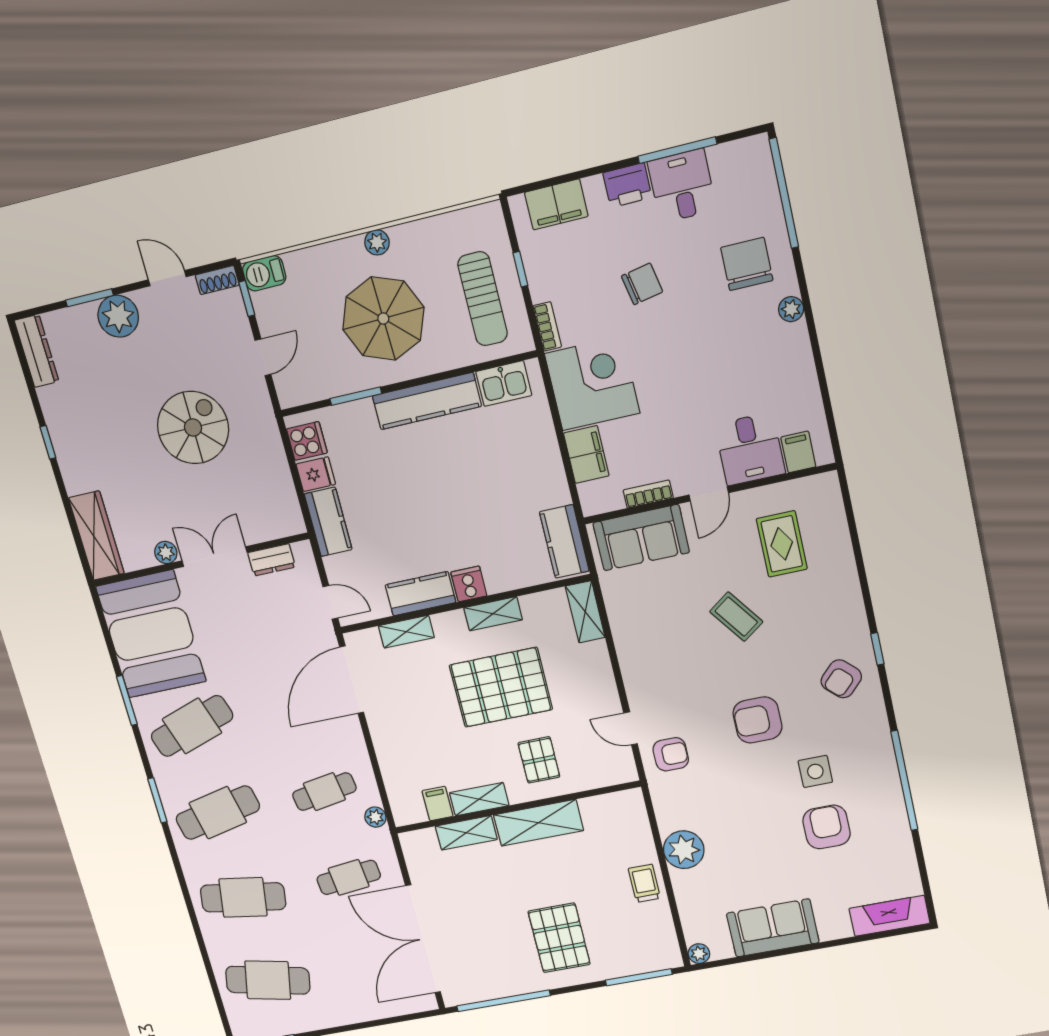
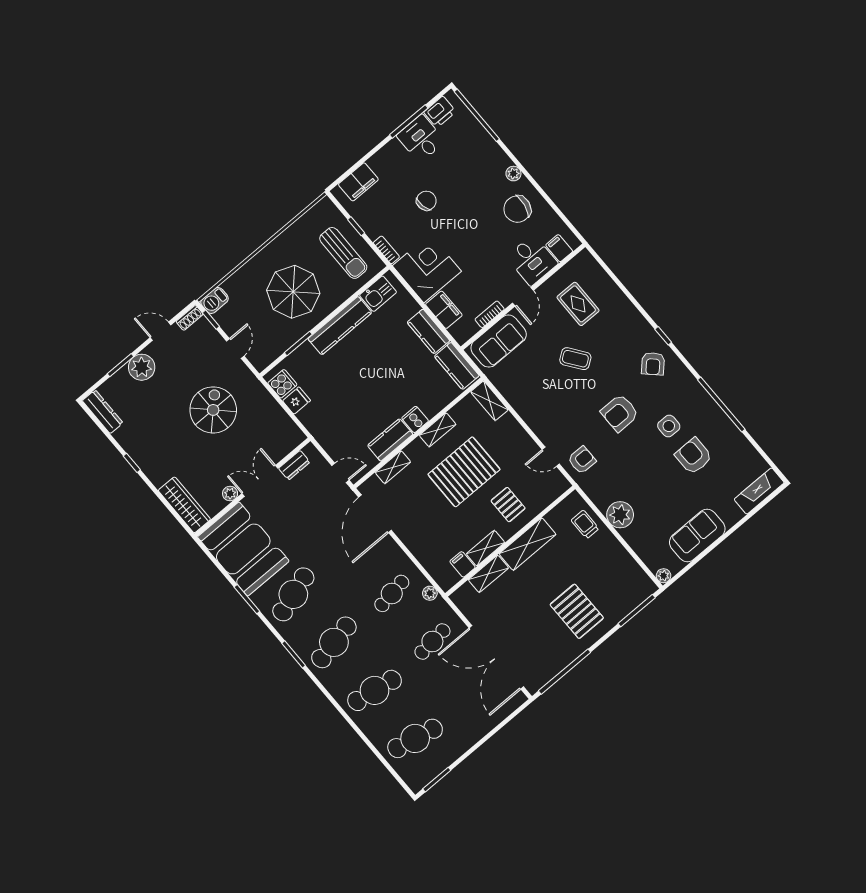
printer: (627, 185) -> (440, 112), moved
plant: (377, 242) -> (270, 252), removed
chair: (747, 264) -> (517, 209), moved, turned -80
kitchen counter: (328, 522) -> (428, 331), moved, turned 180
trolley: (644, 883) -> (585, 524), moved

